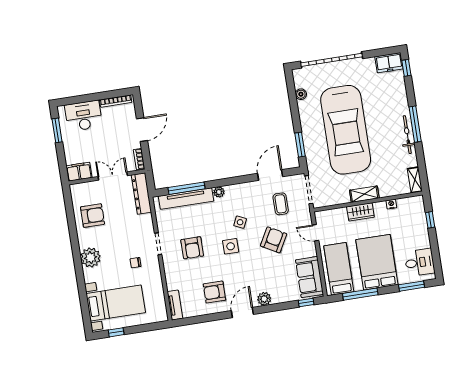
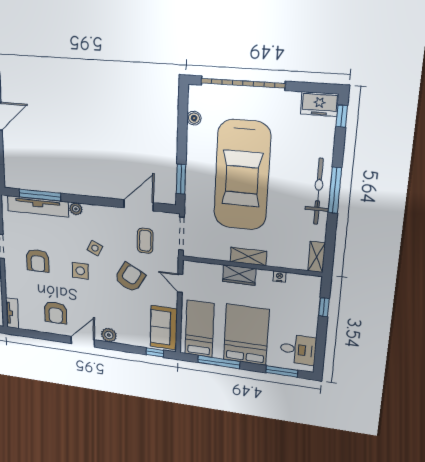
bicycle: (407, 135) -> (318, 192), width x1.37, depth x1.40
armchair: (214, 292) -> (56, 313), turned -90

